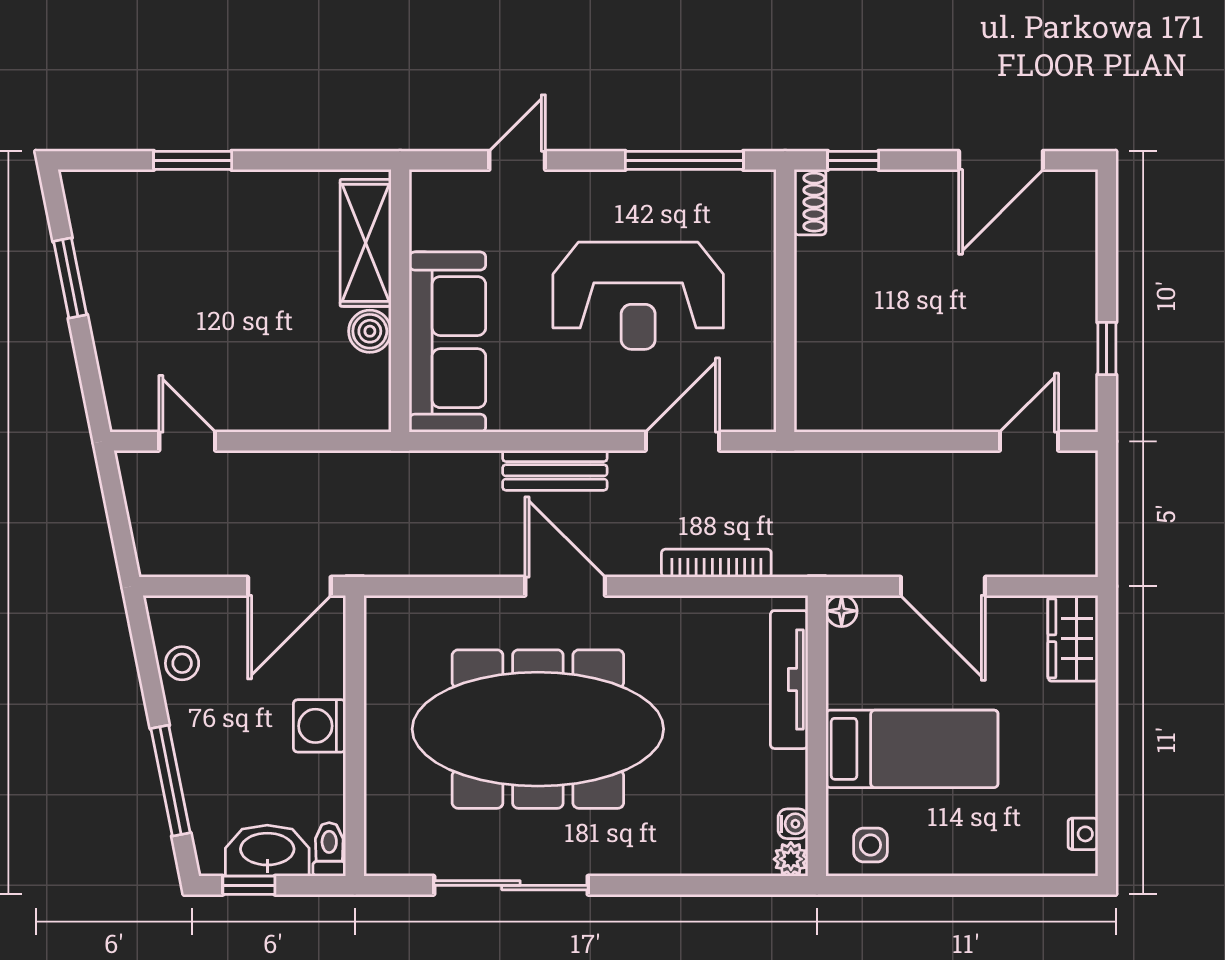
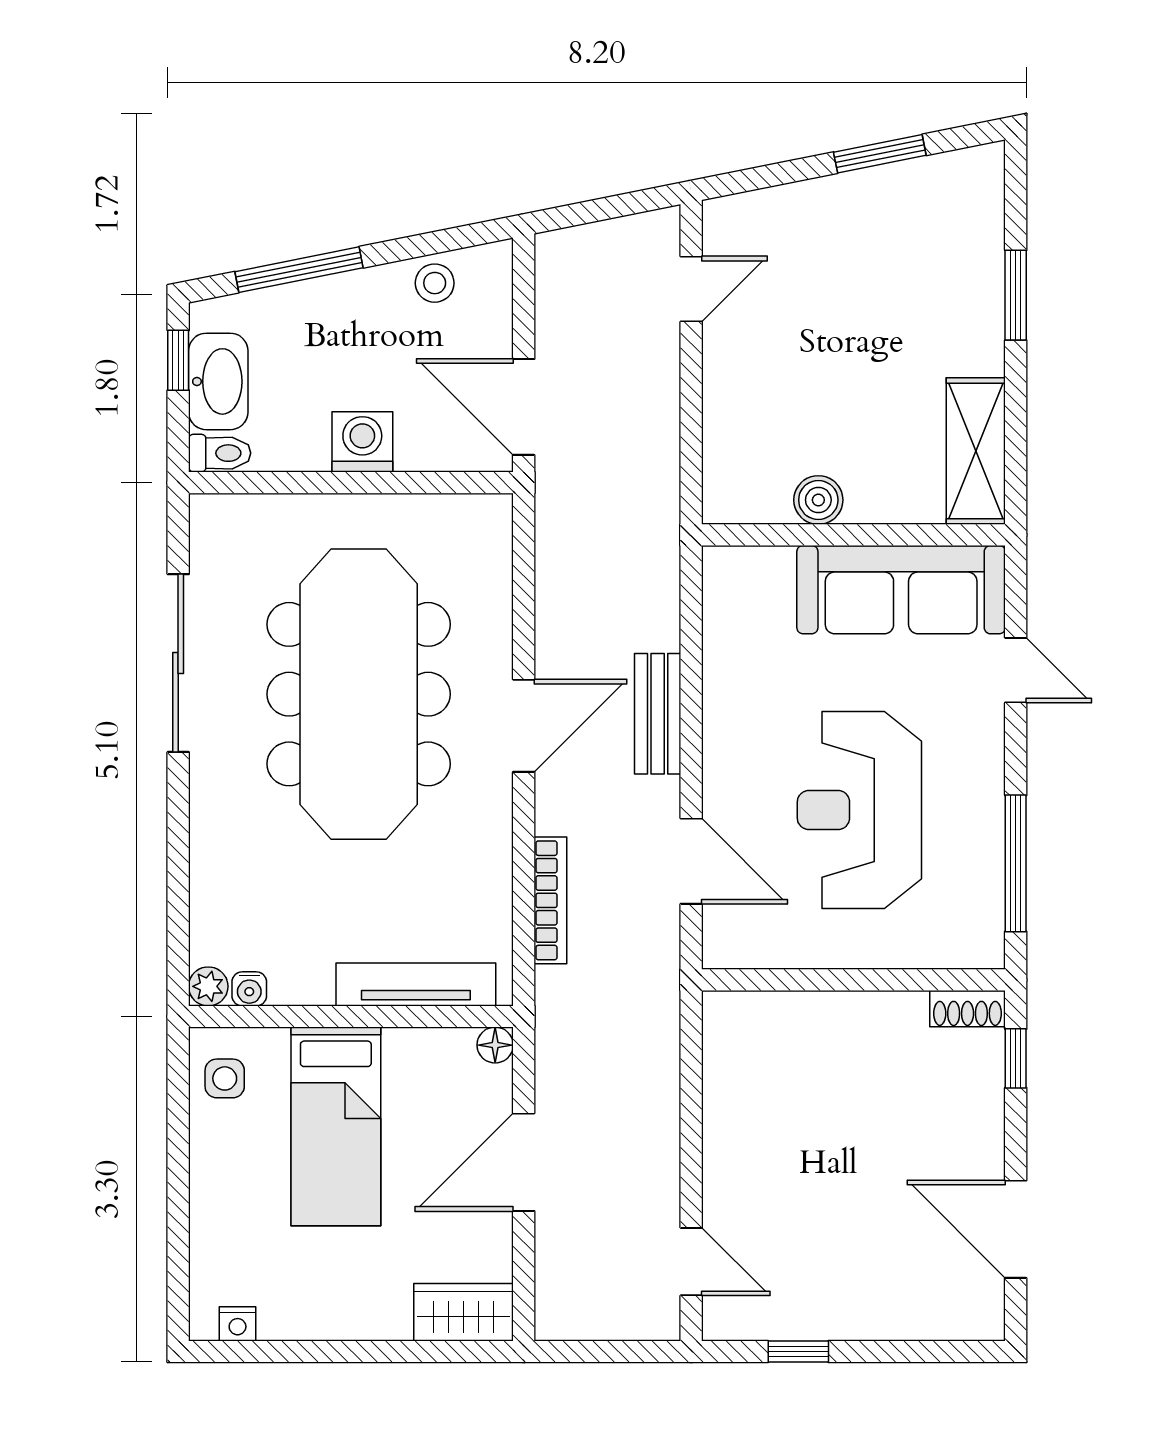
shelving: (366, 243) -> (976, 451), moved, turned 90
sofa: (447, 342) -> (901, 590), moved

